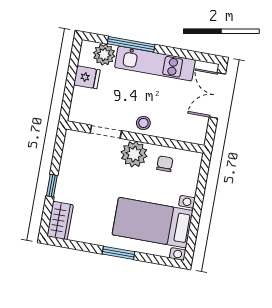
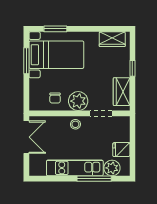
double door: (217, 96) -> (26, 137), moved
wardrobe: (72, 156) -> (122, 92), added
wardrobe: (60, 220) -> (112, 39), moved, turned -90
window: (195, 222) -> (26, 61), added
window: (119, 253) -> (55, 29), moved

